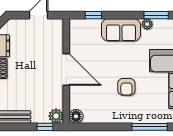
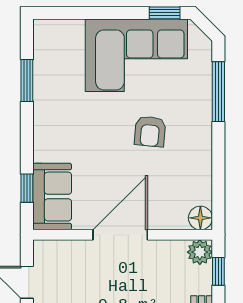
plant: (147, 24) -> (42, 96), removed
sofa: (121, 30) -> (52, 197), moved
armchair: (126, 87) -> (150, 131), turned 95

